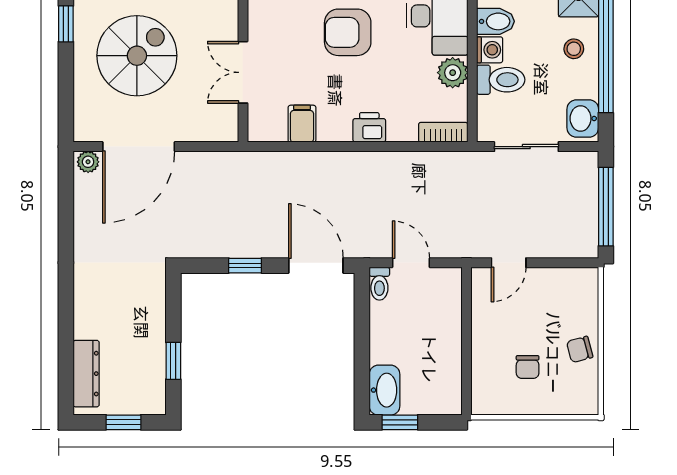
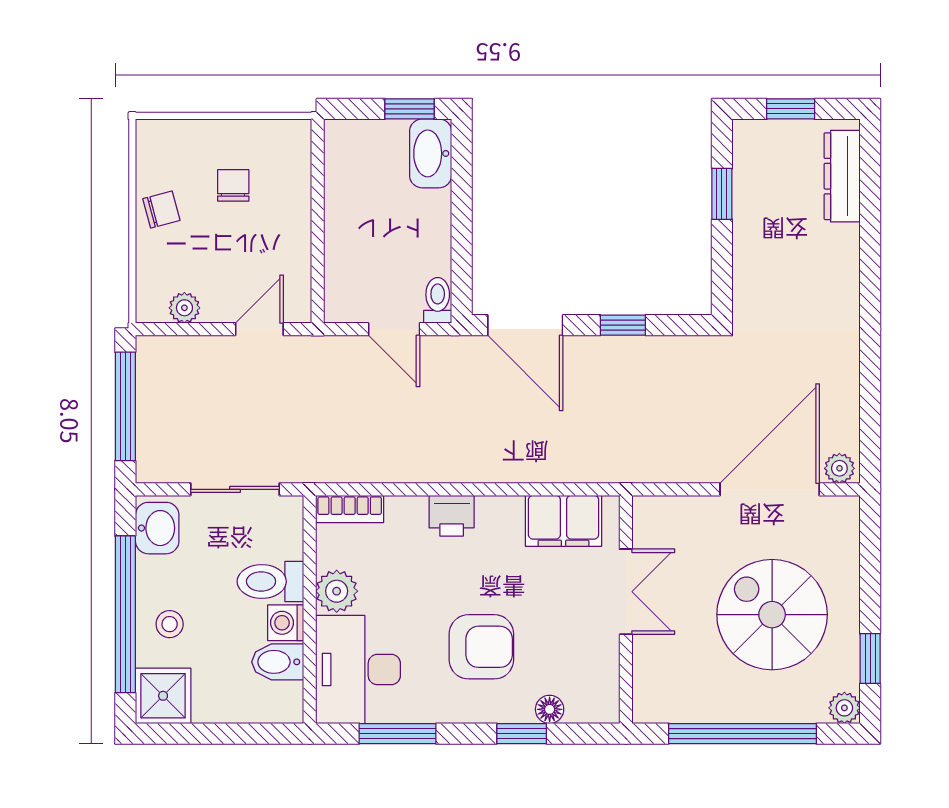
spiral stairs: (137, 56) -> (772, 615), turned 90
filing cabinet: (302, 124) -> (564, 521), width x2.00
plant: (563, 278) -> (184, 308), added

